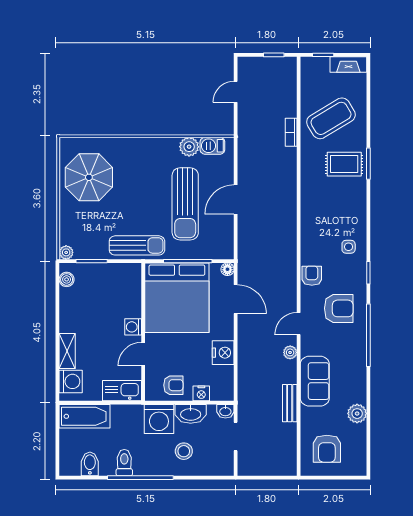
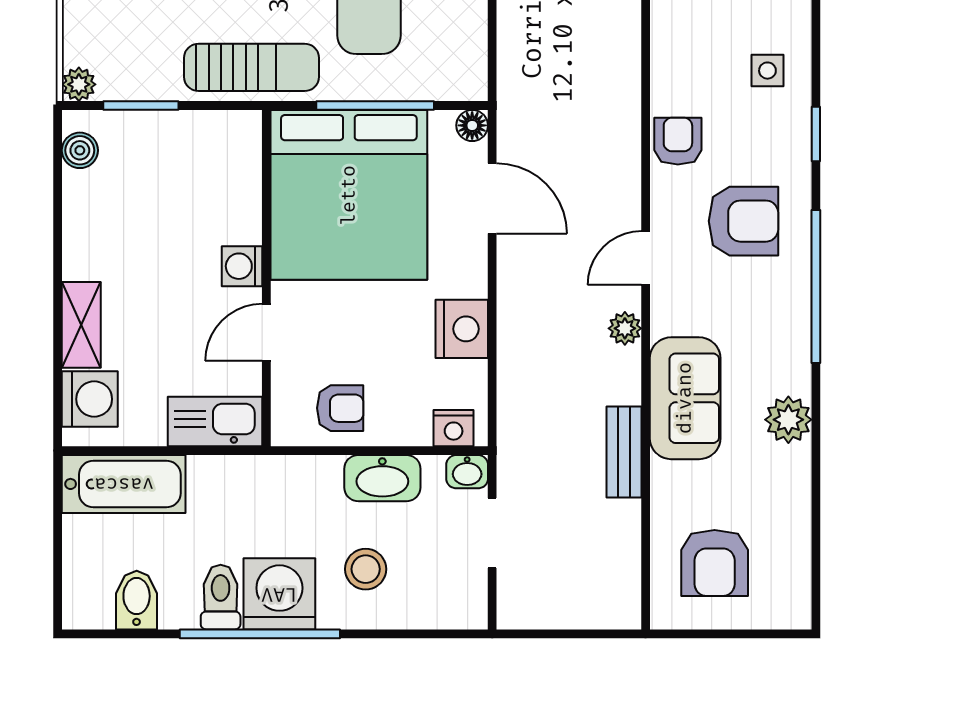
nightstand: (201, 393) -> (454, 428), moved
plant: (357, 414) -> (788, 420), moved
washing machine: (159, 419) -> (279, 594), moved, turned 180

